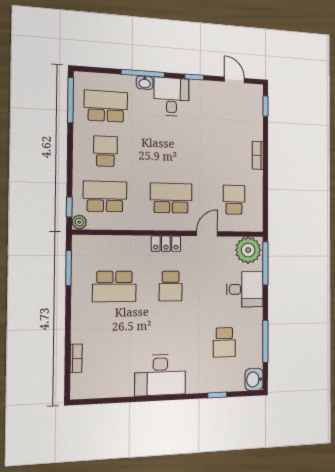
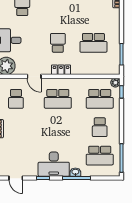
desk: (171, 97) -> (54, 164), width x1.37
door: (207, 234) -> (34, 76), hinge flipped
school desk: (114, 286) -> (93, 43), turned 180

